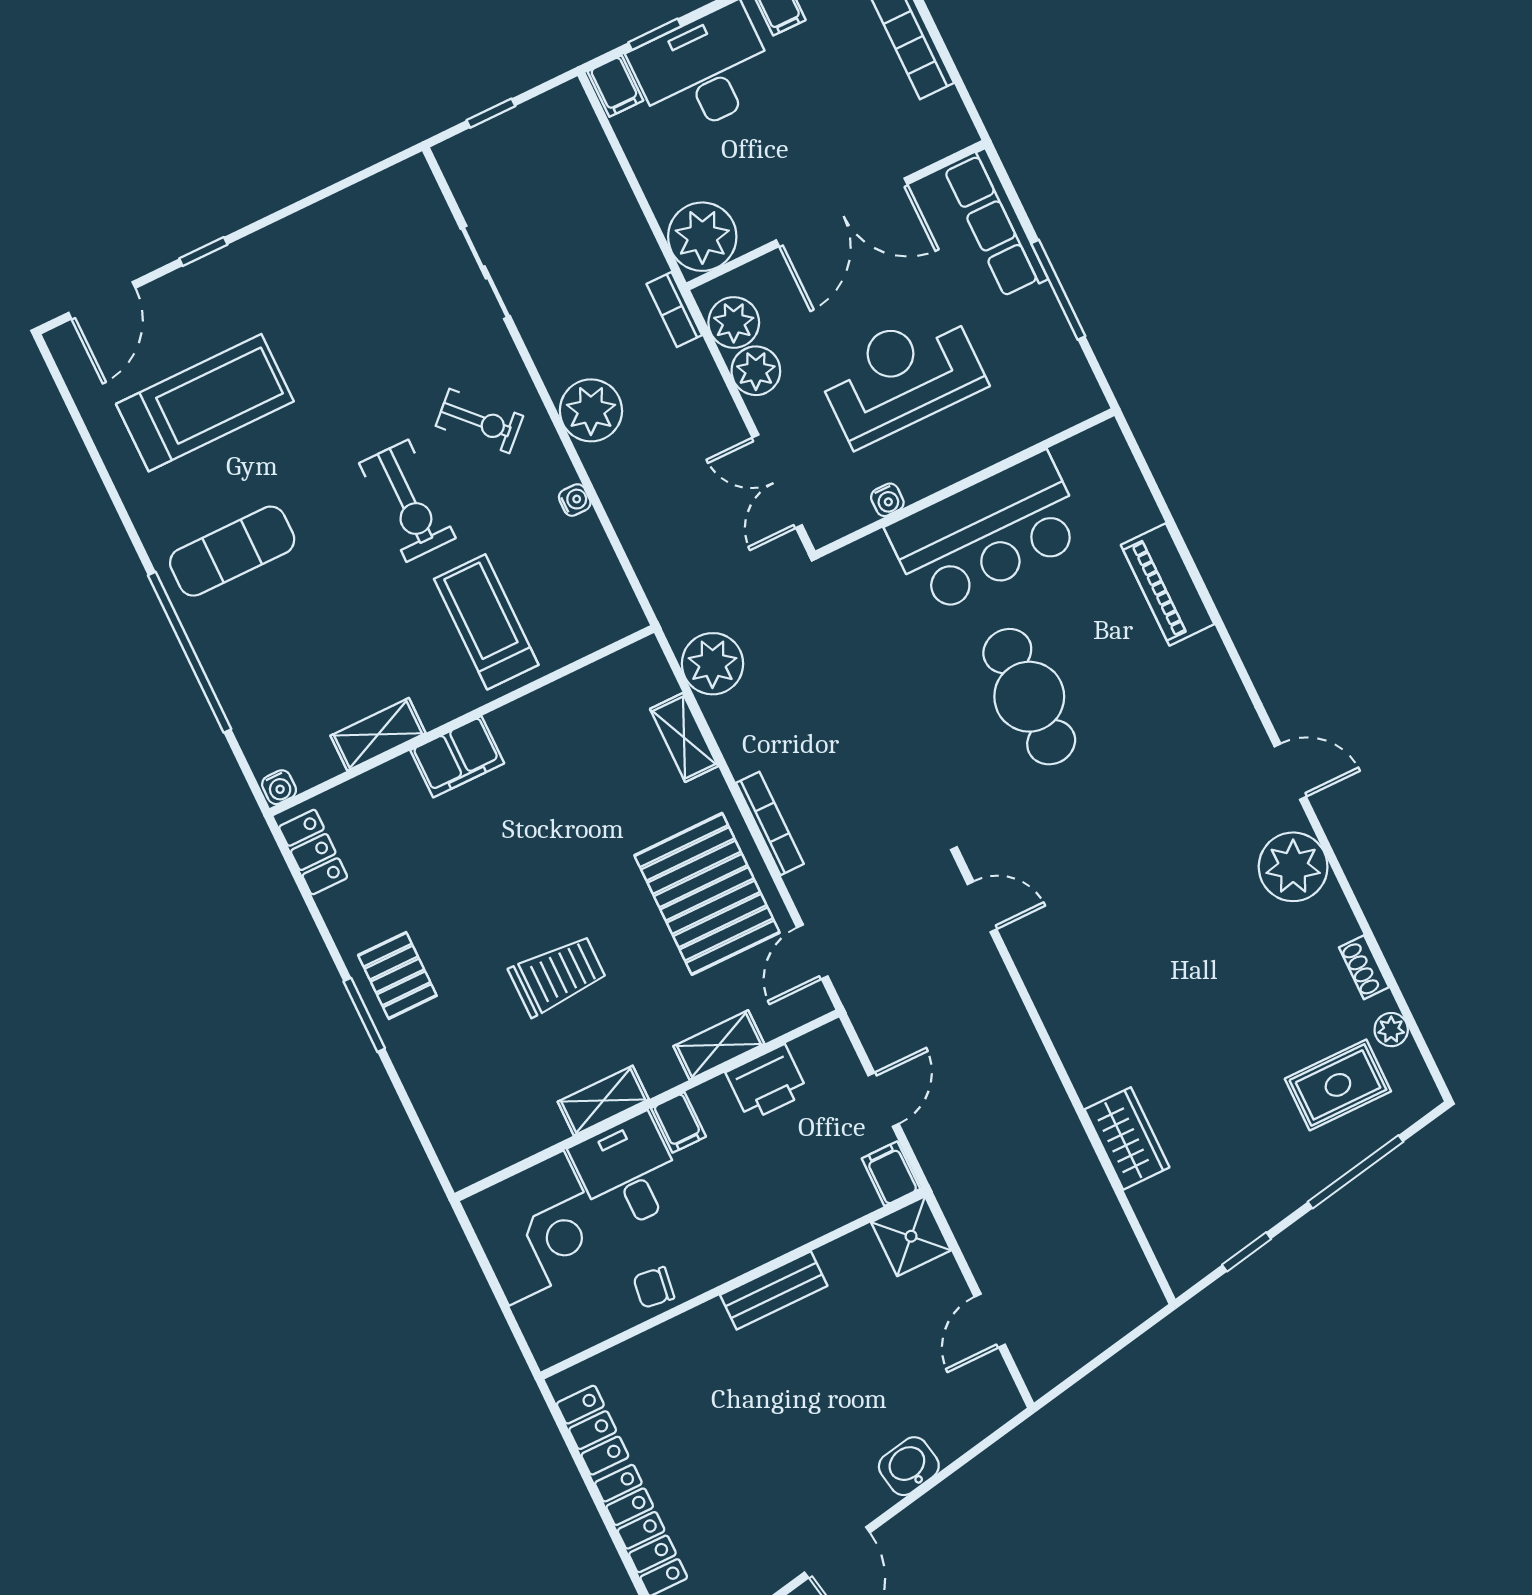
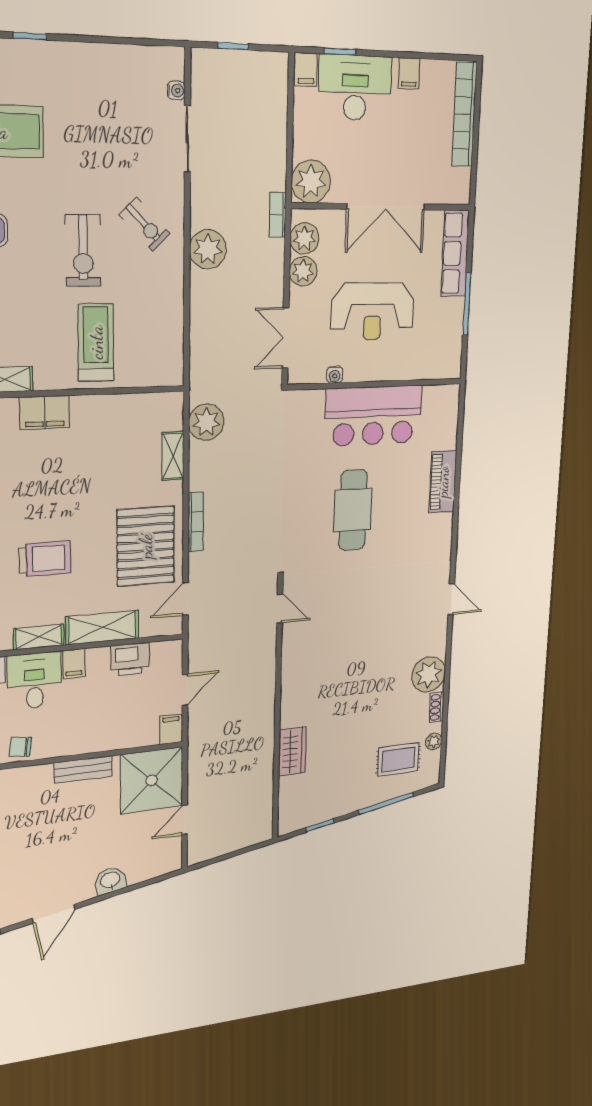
reception desk: (901, 376) -> (373, 311), turned 180
water cooler: (575, 500) -> (176, 90), moved
plant: (1293, 867) -> (429, 674), moved
shelving: (719, 1045) -> (102, 627), width x1.50, depth x1.33
shower: (911, 1236) -> (152, 780), width x1.86, depth x1.86

